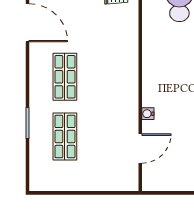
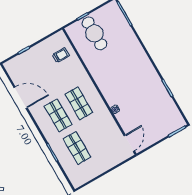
shop shelf: (103, 77) -> (79, 103), added
door: (140, 148) -> (129, 143), moved

